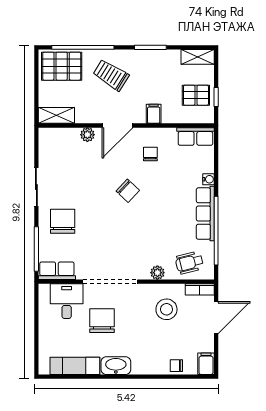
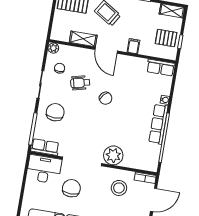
shelving: (56, 115) -> (83, 39), moved
door: (118, 125) -> (106, 50), hinge flipped
plant: (87, 135) -> (53, 48), moved
chair: (150, 154) -> (60, 68), moved
wheelchair: (189, 263) -> (80, 83), moved
plant: (157, 273) -> (113, 155), width x1.87, depth x1.87
desk: (67, 301) -> (44, 169), width x1.37

